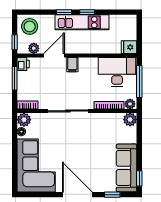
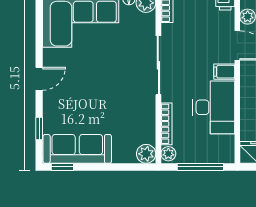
desk: (117, 72) -> (214, 107), moved
door: (77, 195) -> (39, 79), width x0.53

